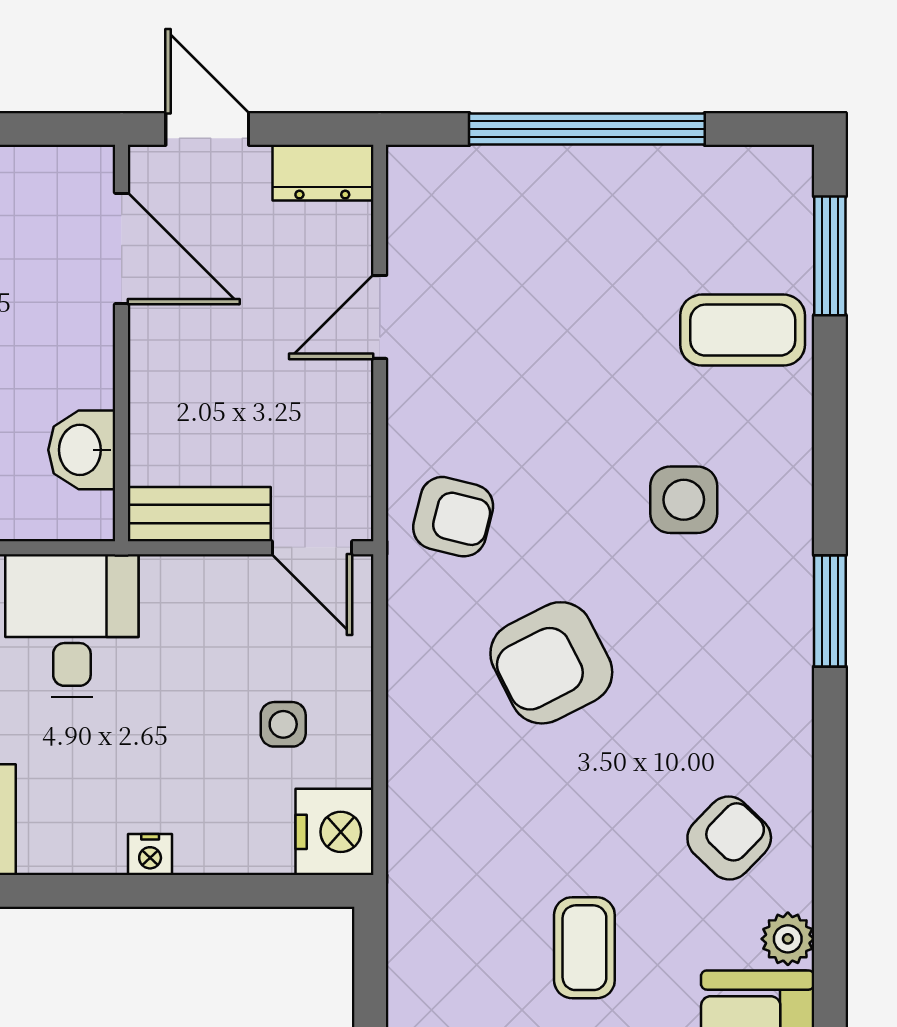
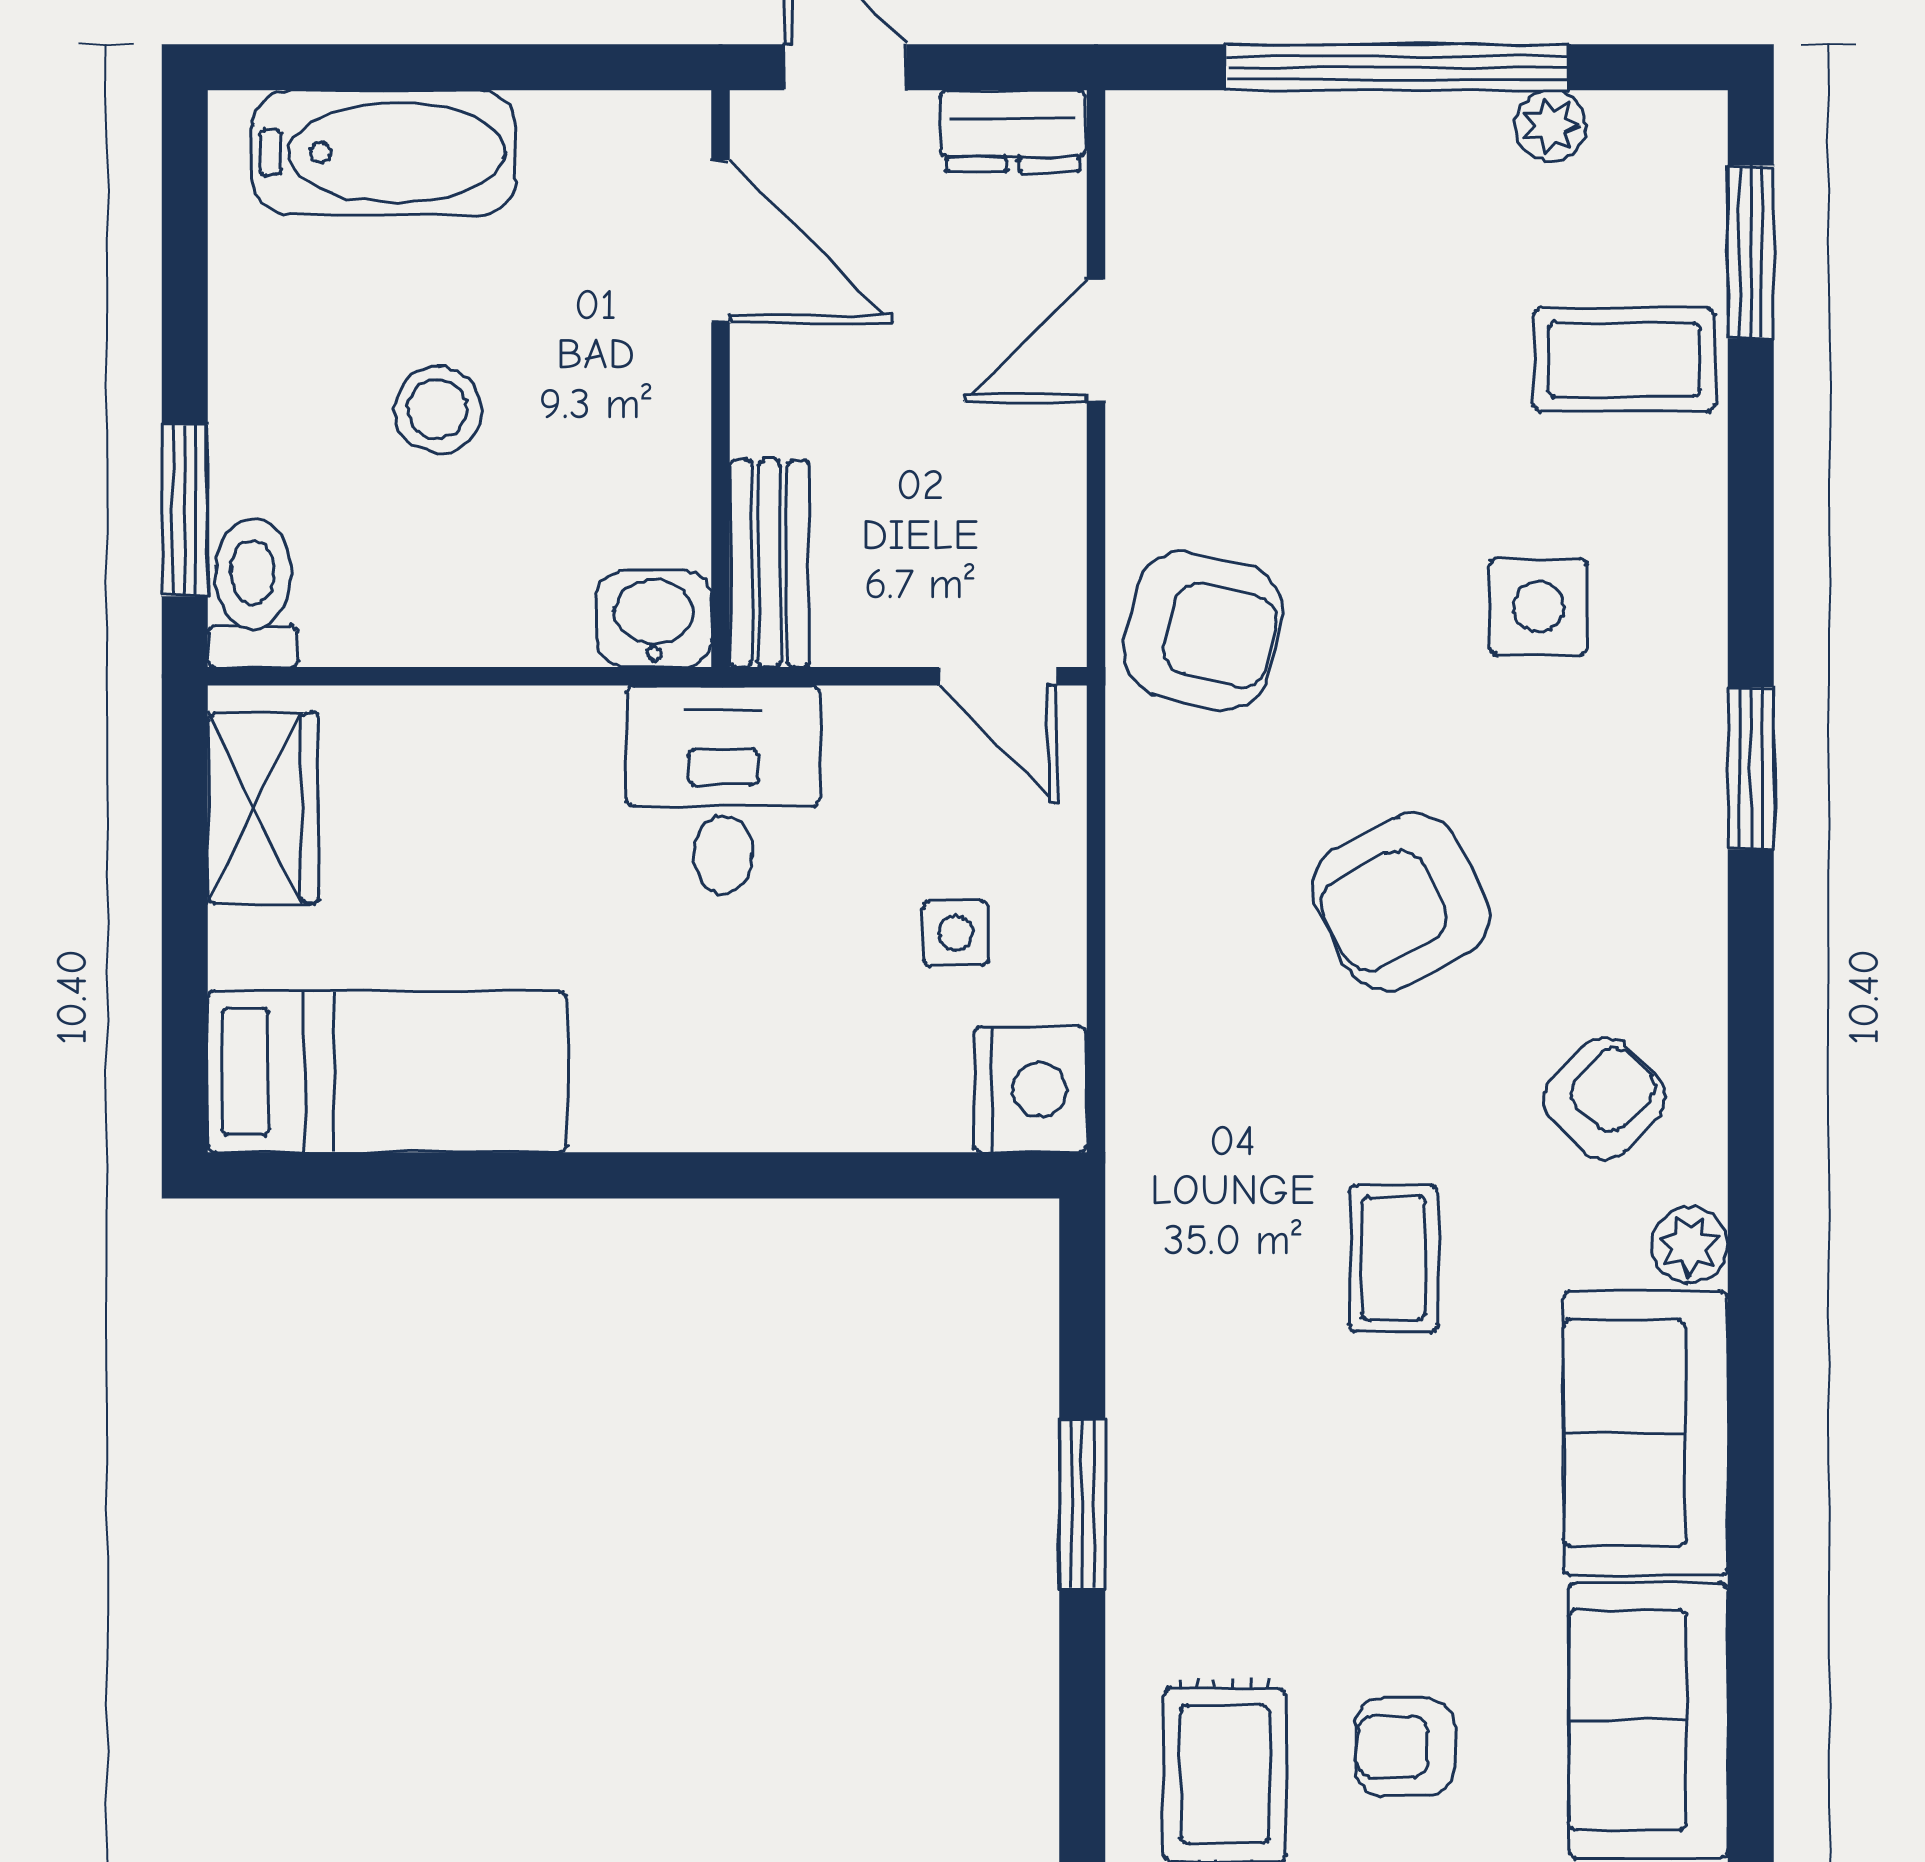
plant: (693, 169) -> (1551, 126), added
washbasin: (82, 450) -> (654, 619), moved, turned 90
bench: (199, 514) -> (769, 563), moved, turned 90
armchair: (453, 517) -> (1203, 631), width x1.38, depth x1.38
desk: (72, 626) -> (723, 790), moved
armchair: (551, 663) -> (1401, 902), moved
nightstand: (150, 854) -> (762, 1122), removed

